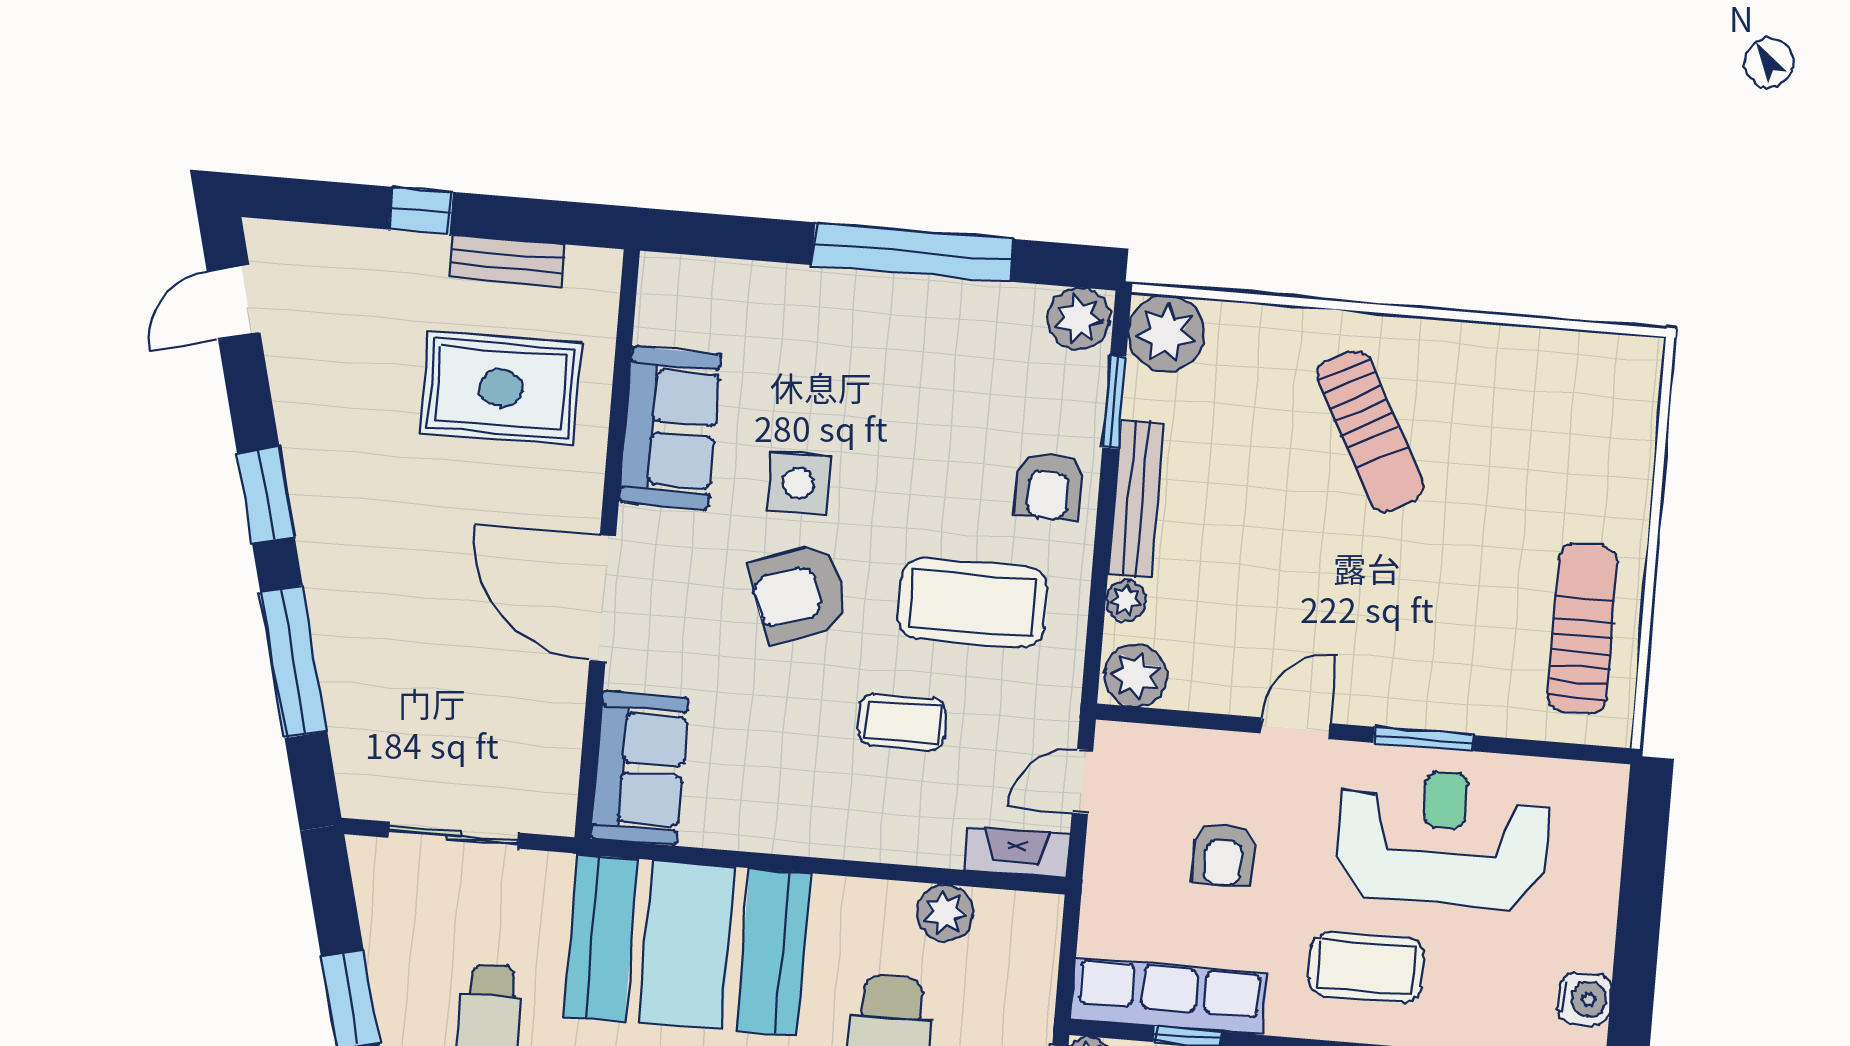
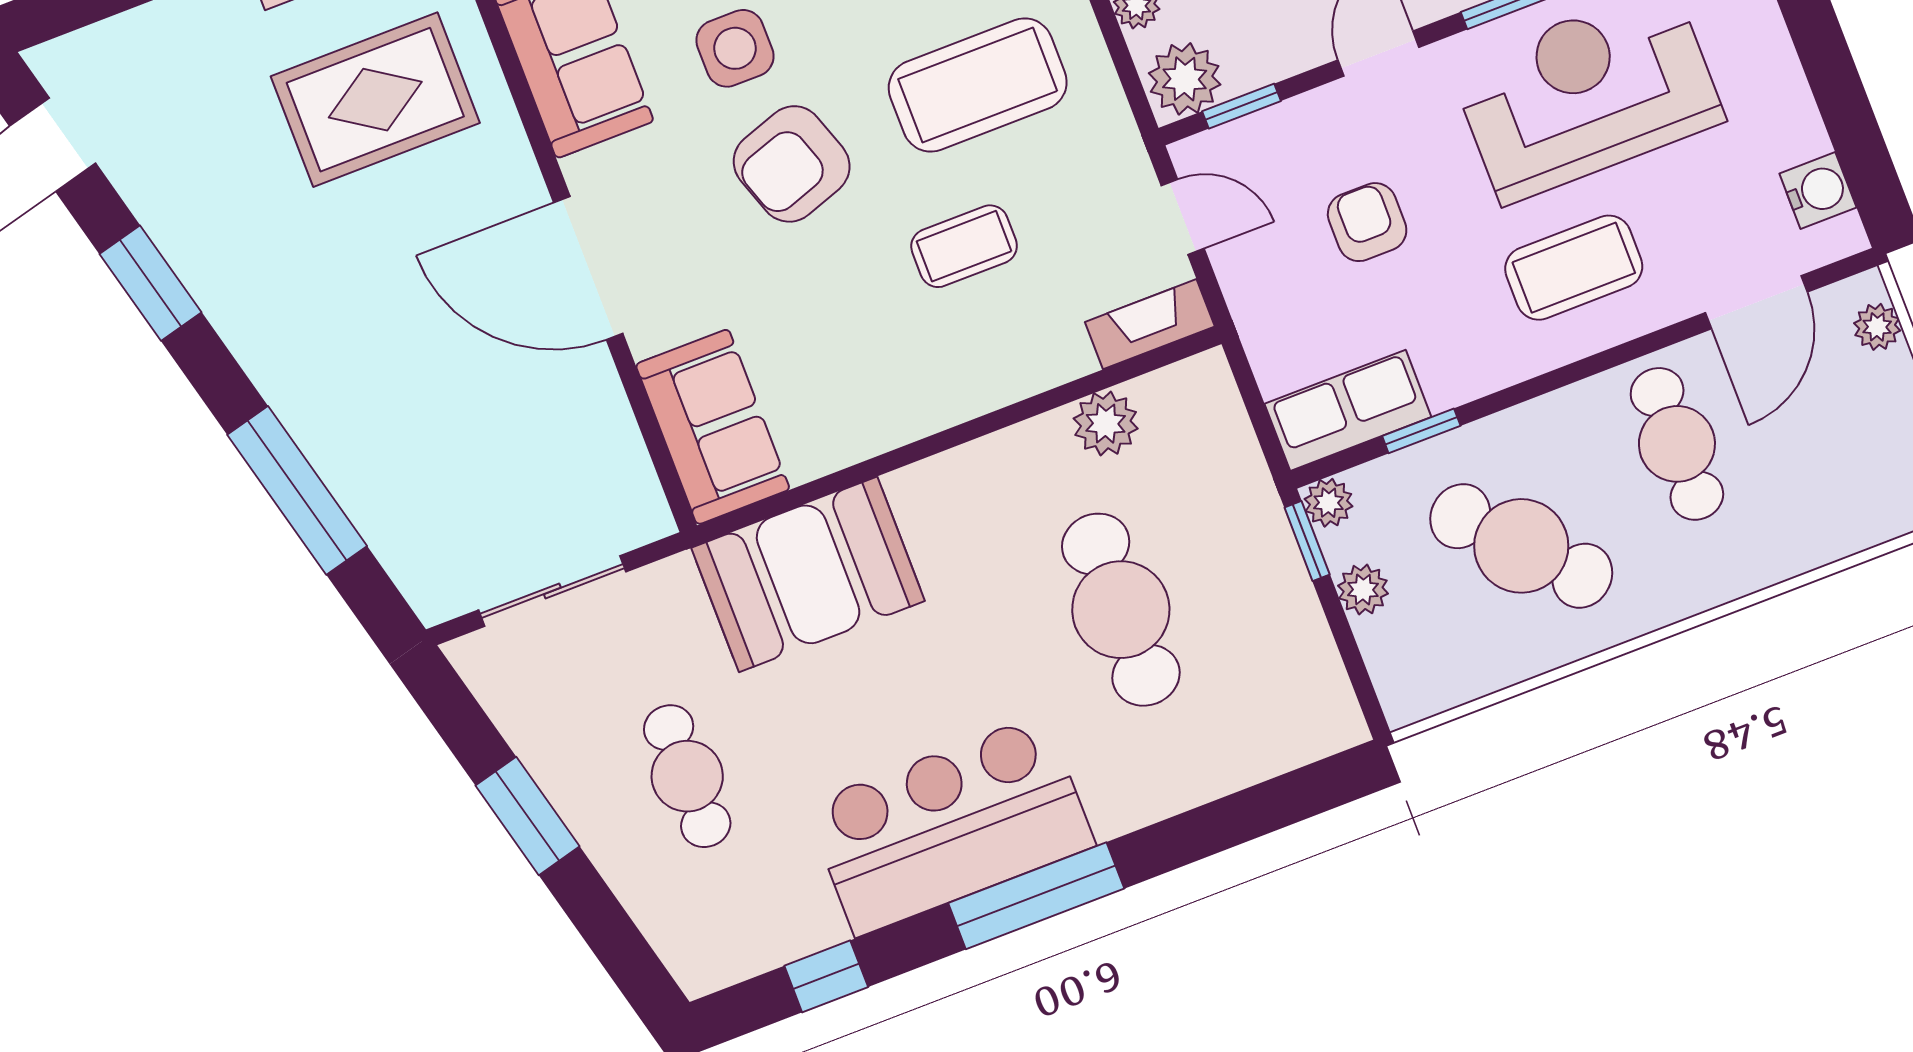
window: (266, 495) -> (151, 283), moved
window: (1170, 718) -> (1242, 106), added
door: (1082, 781) -> (1183, 217), swing flipped
armchair: (1223, 855) -> (1367, 222), turned 180
booth: (687, 945) -> (808, 574), width x0.73, depth x0.70
row of seats: (1169, 996) -> (1348, 410), width x0.68

